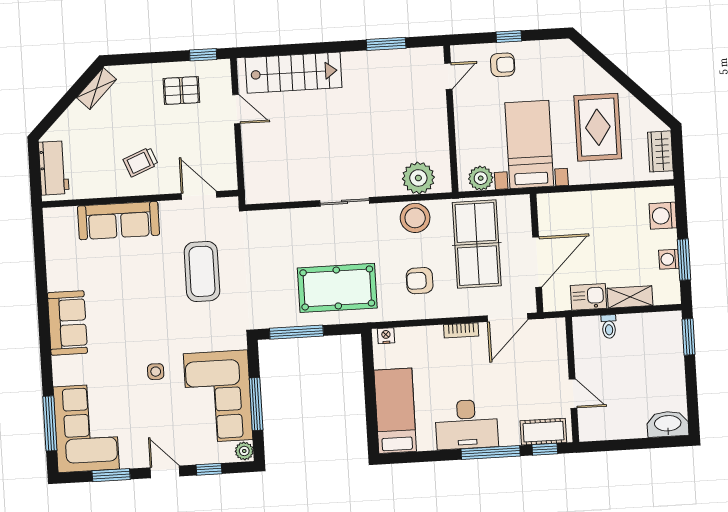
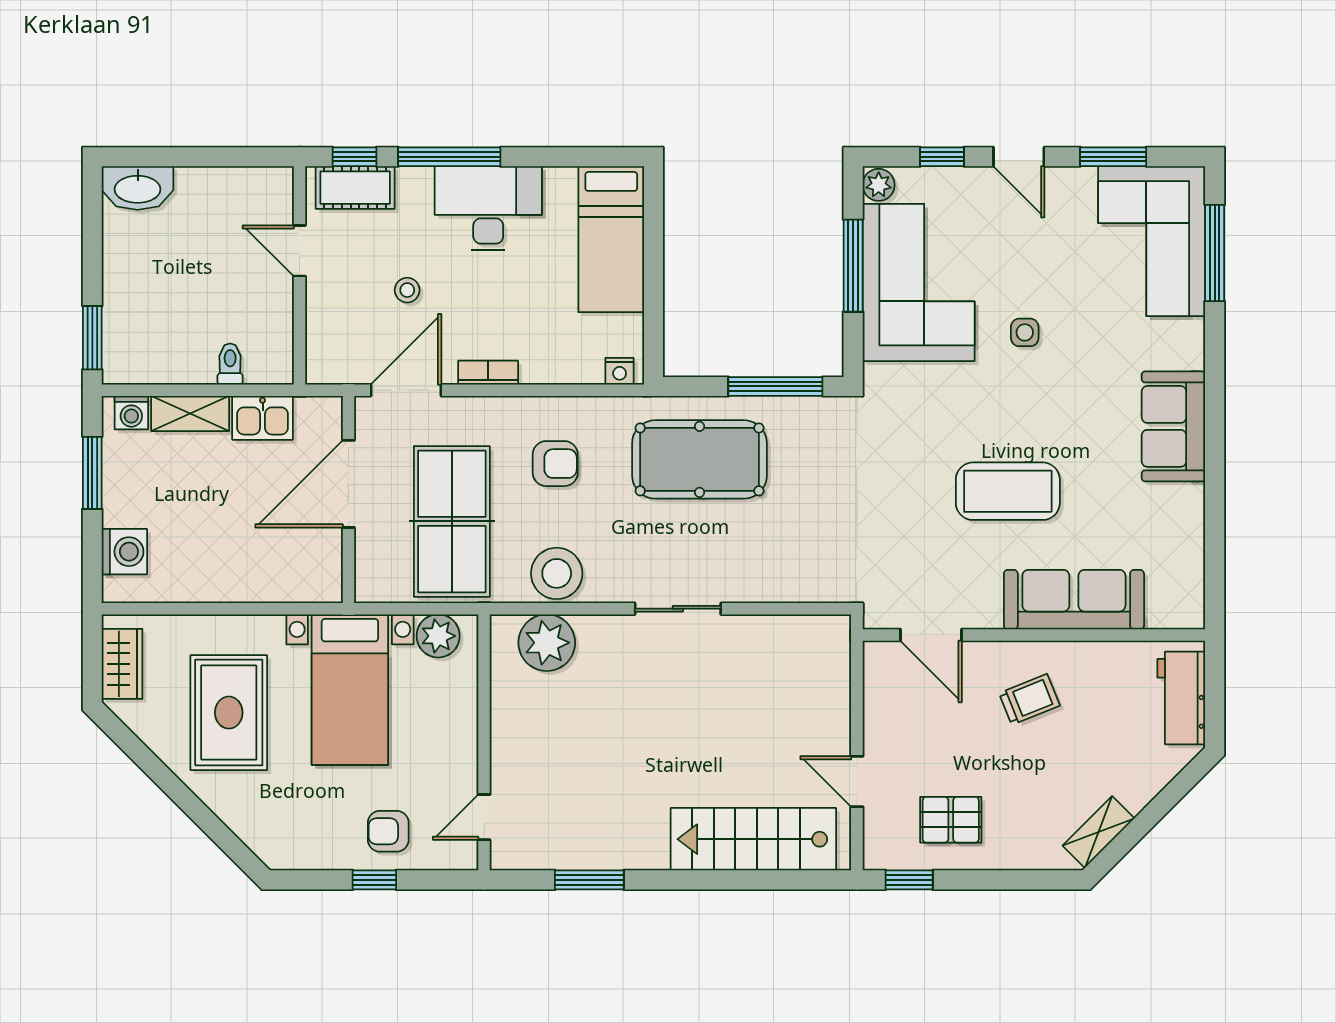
washing machine: (669, 259) -> (131, 413), moved, turned 90
coffee table: (202, 271) -> (1008, 491), moved, turned 90
stool: (510, 375) -> (407, 290), added

